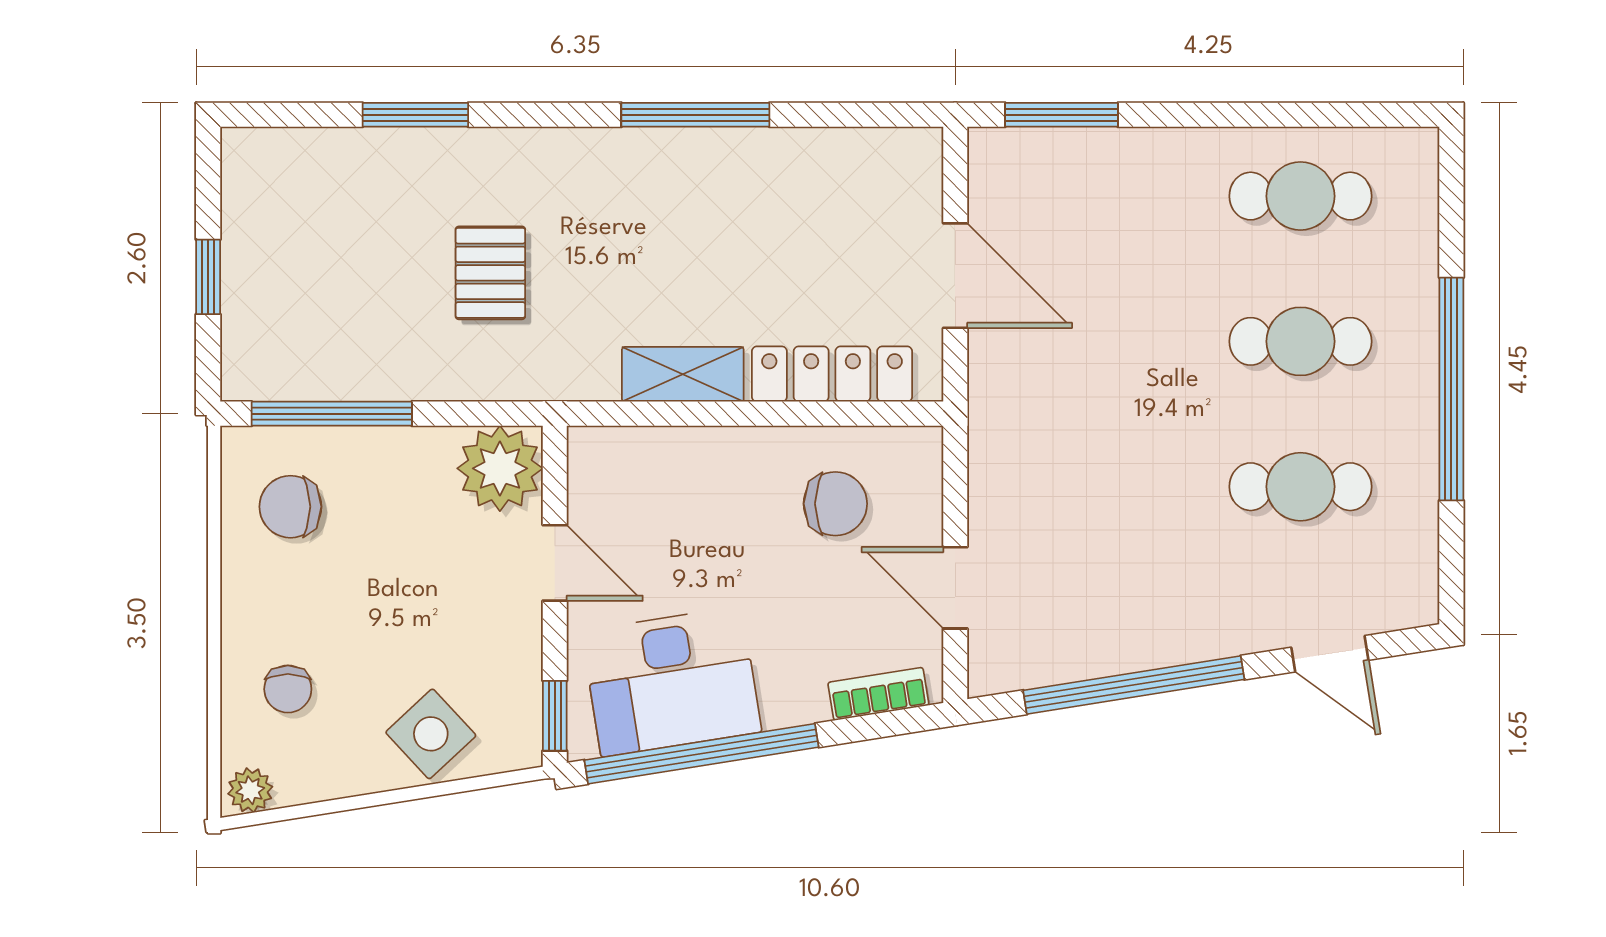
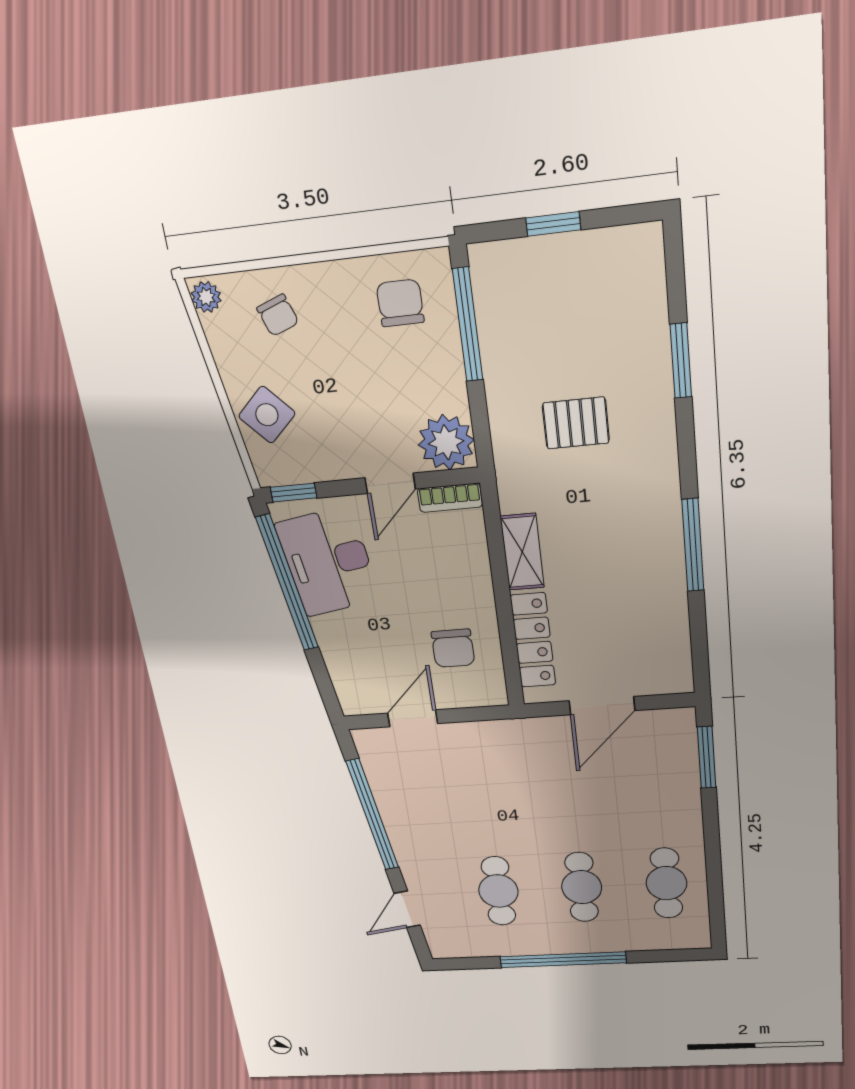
chair: (288, 689) -> (278, 315), turned -110
bookcase: (878, 694) -> (450, 498), moved, turned 99

